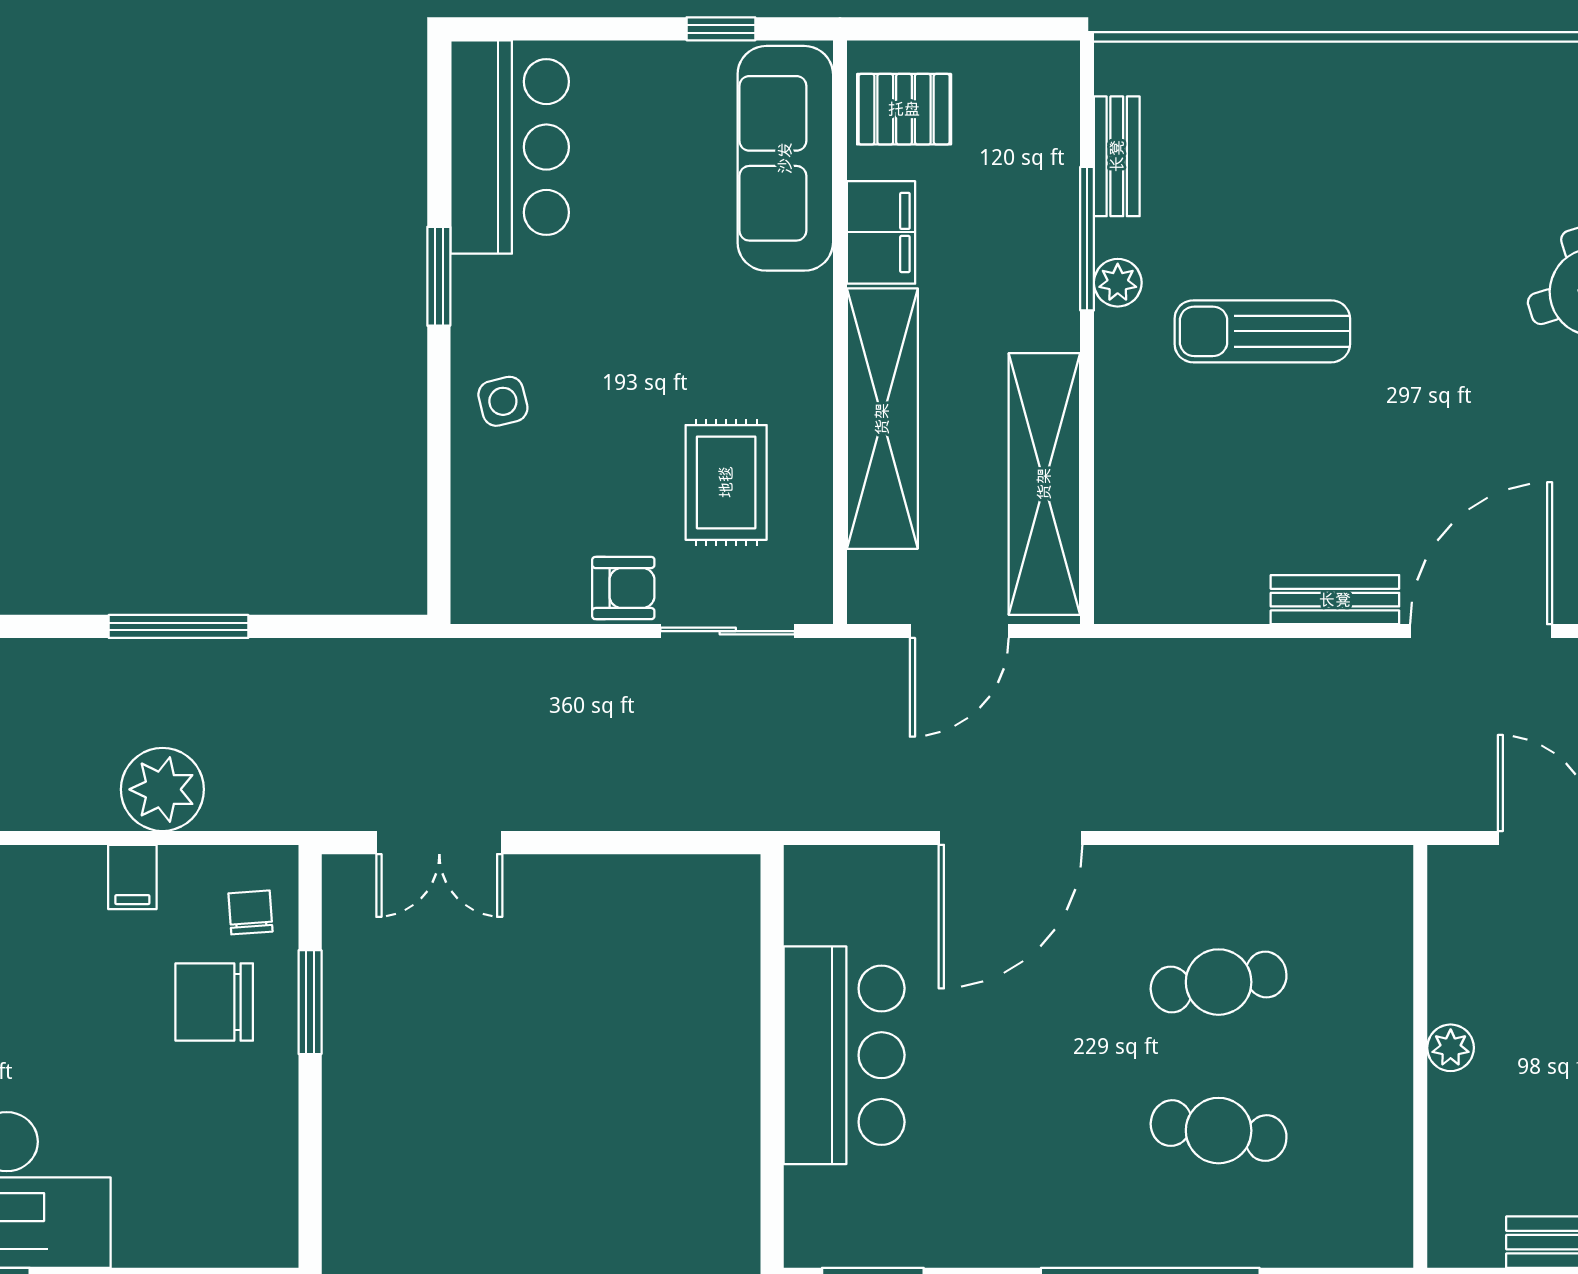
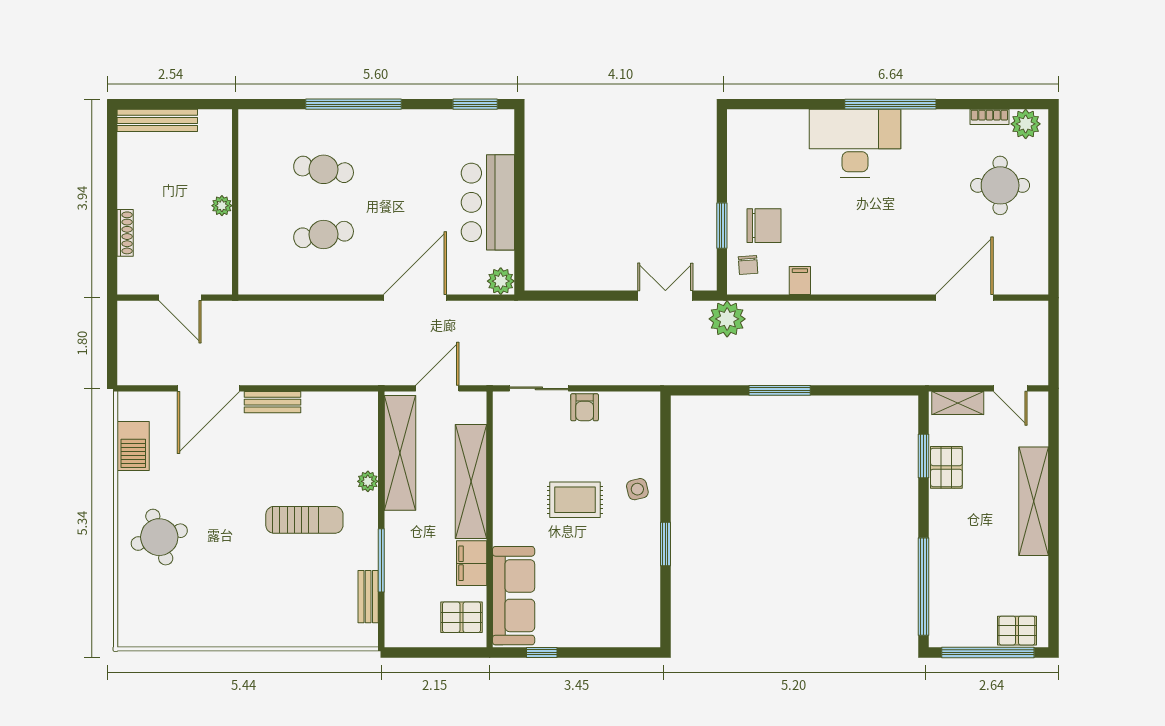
bar counter: (510, 147) -> (634, 601), removed
plant: (1118, 283) -> (368, 481), moved
rug: (726, 482) -> (575, 500), moved, turned 90
armchair: (623, 588) -> (585, 407), turned -90
plant: (162, 789) -> (727, 319), moved
plant: (815, 876) -> (501, 281), added

